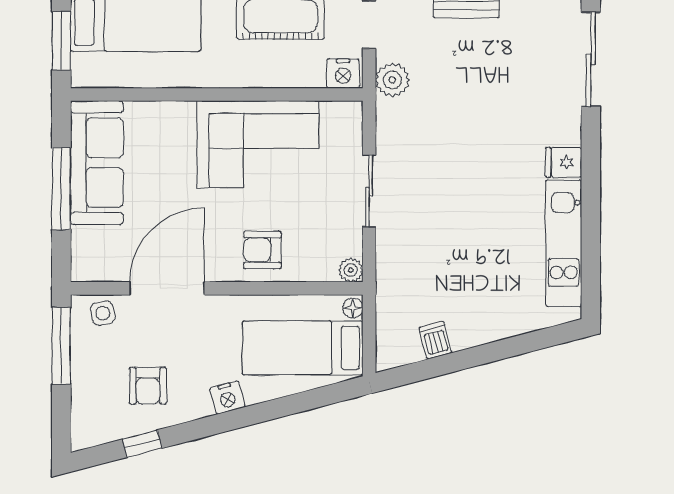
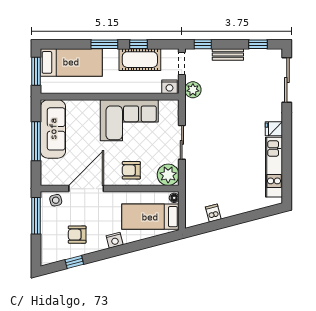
plant: (351, 270) -> (168, 175), width x1.87, depth x1.87
armchair: (148, 386) -> (77, 235), turned 90

